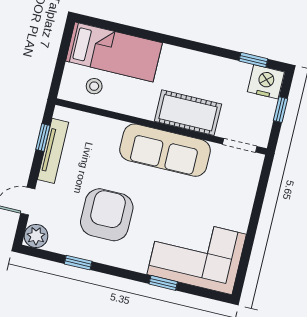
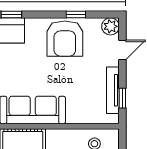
armchair: (107, 215) -> (65, 39), moved

